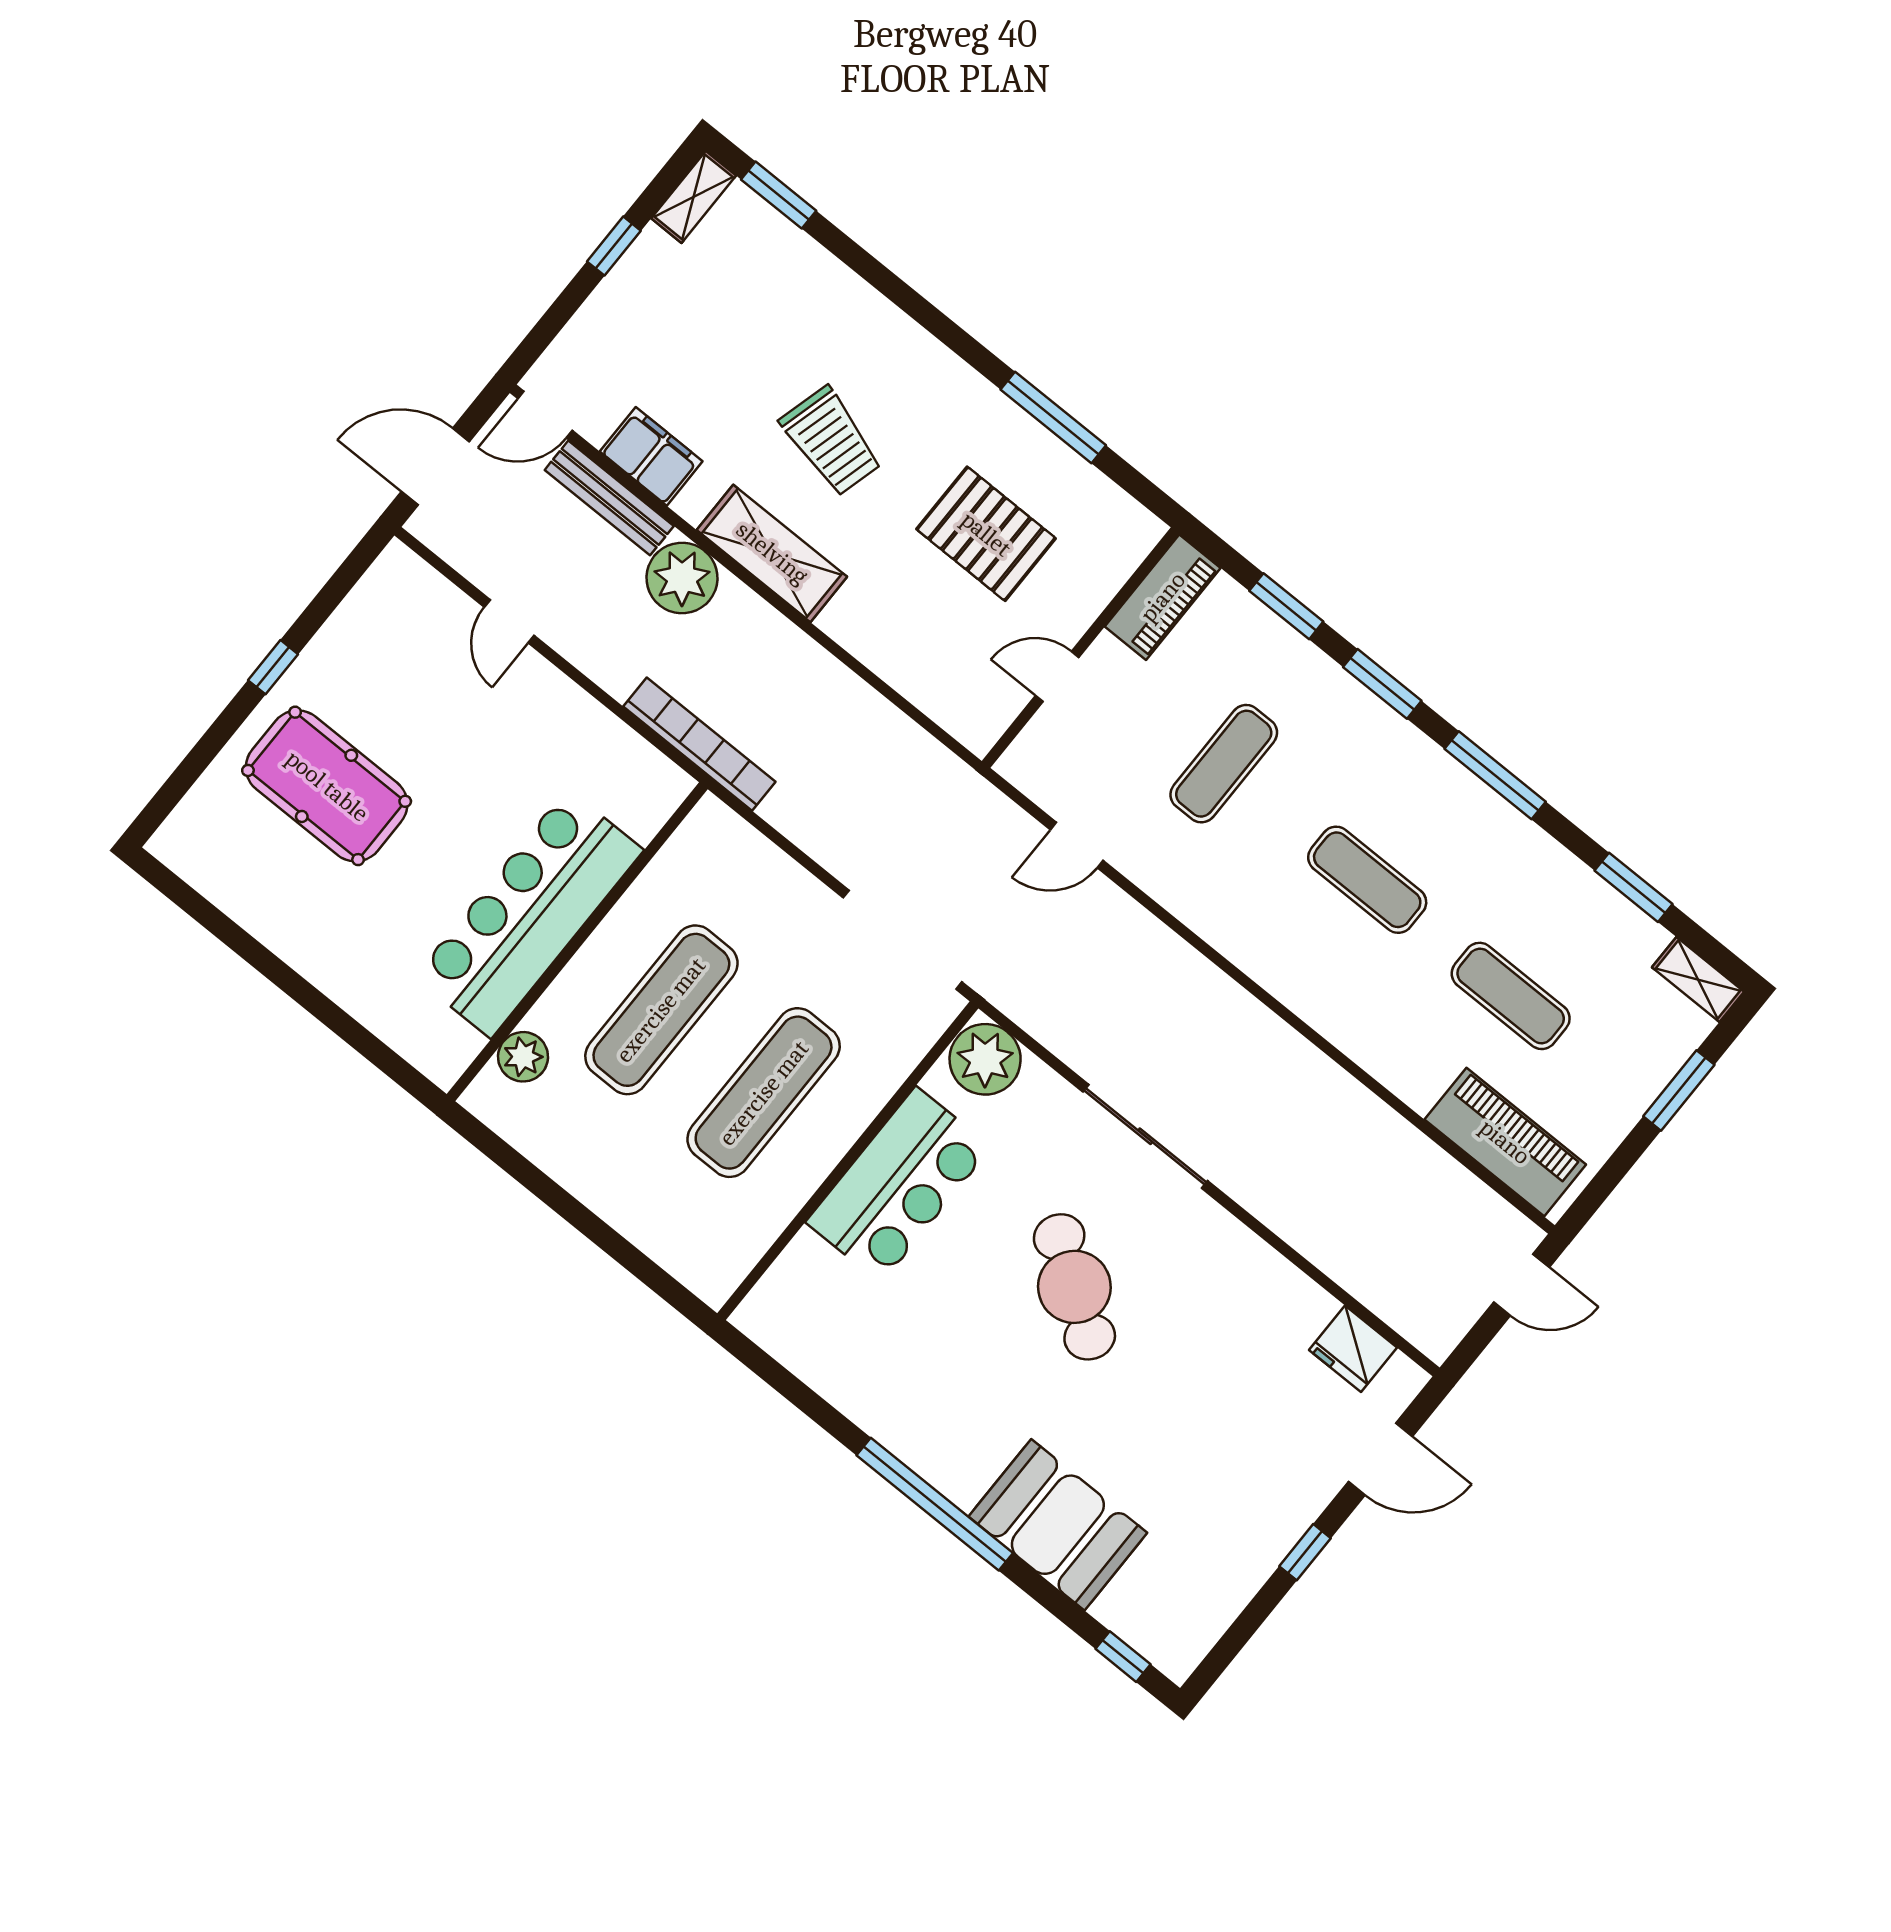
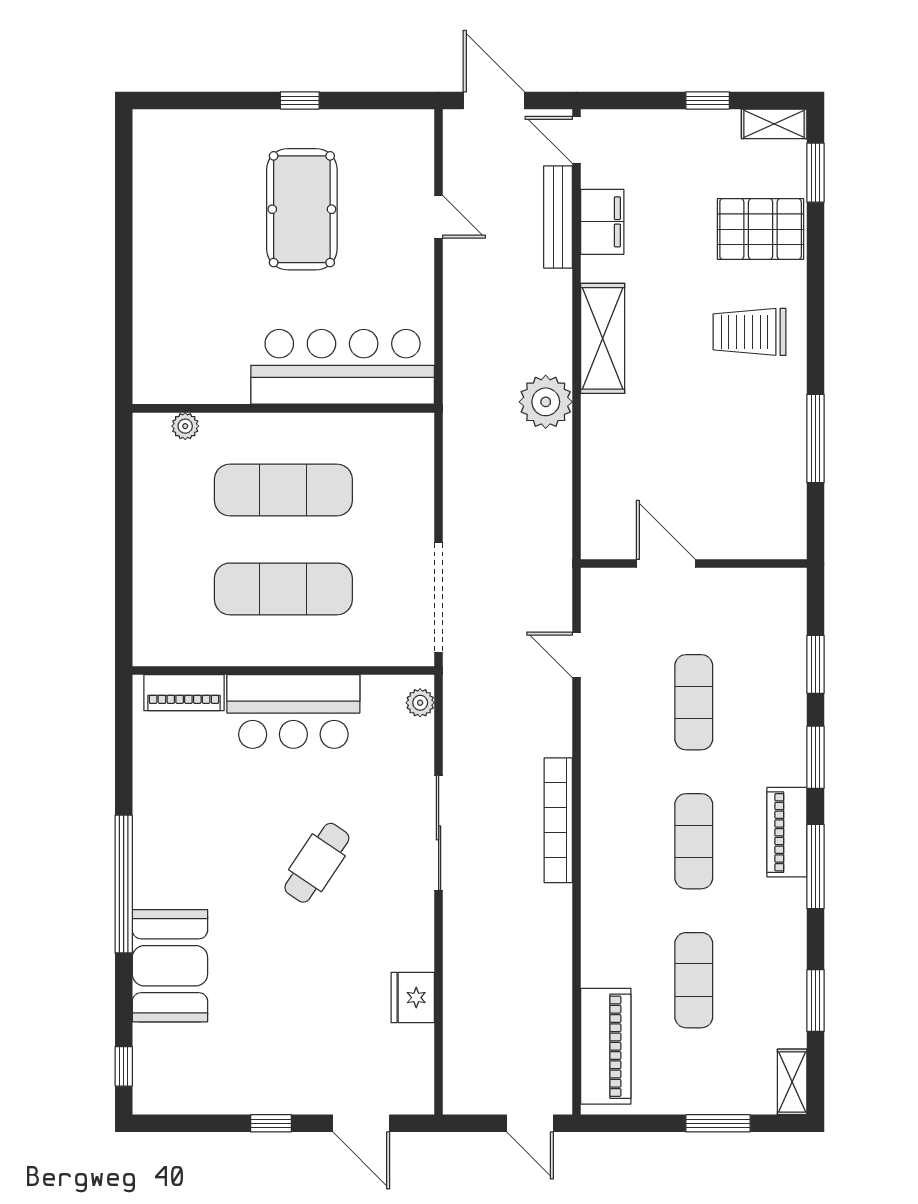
trolley: (831, 441) -> (750, 332), moved, turned 75
pallet: (986, 534) -> (761, 229), moved, turned 90
plant: (682, 578) -> (546, 402), moved
piano: (1163, 597) -> (787, 832), moved, turned 90
door: (509, 621) -> (439, 217), swing flipped
door: (1057, 676) -> (666, 564), width x1.38
bookcase: (699, 744) -> (558, 820), moved, turned 180
exercise mat: (1224, 764) -> (694, 702), turned 90
pool table: (327, 786) -> (302, 209), moved
bar counter: (529, 913) -> (343, 367), moved
plant: (523, 1057) -> (185, 426), width x0.73, depth x0.73
plant: (985, 1059) -> (420, 703), width x0.53, depth x0.53
piano: (788, 1282) -> (184, 693), added
cafe table: (1074, 1287) -> (317, 863), width x0.73, depth x0.74
fridge: (1353, 1349) -> (413, 998), moved

